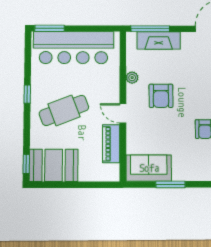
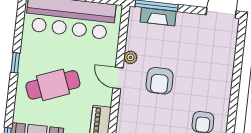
fireplace: (159, 41) -> (158, 17), width x0.73, depth x0.76
door: (123, 113) -> (118, 78), moved

